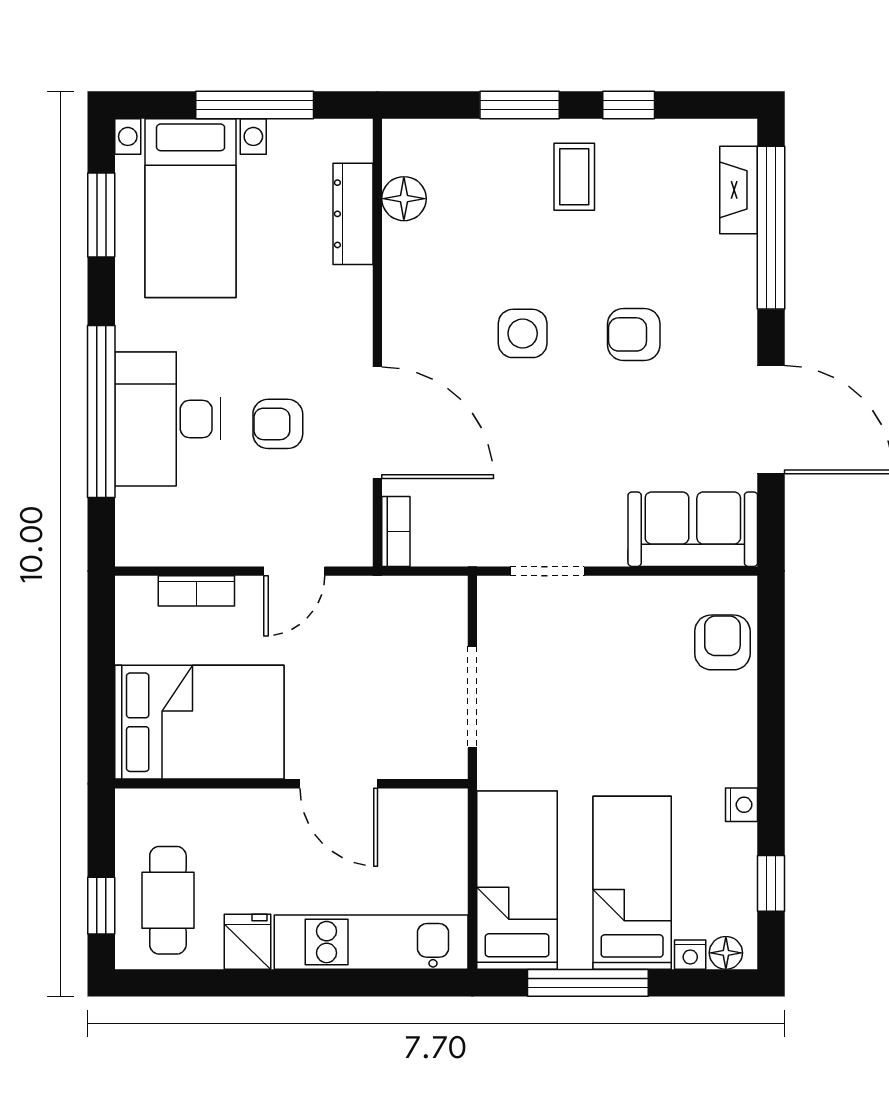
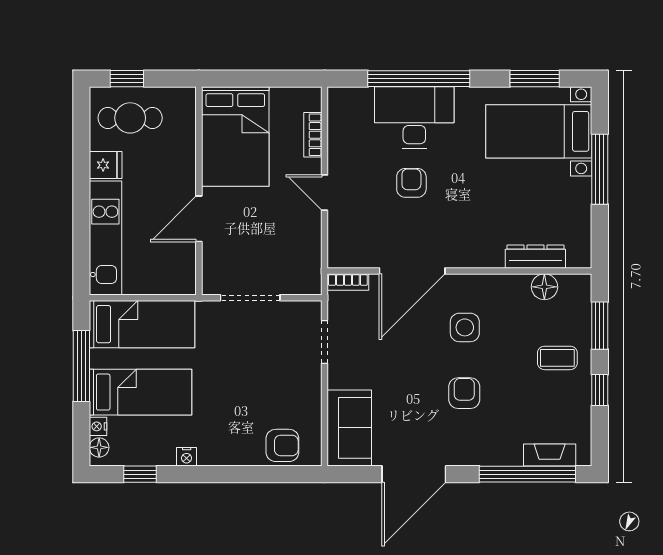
floor lamp: (404, 199) -> (544, 287), moved
dresser: (353, 214) -> (535, 257), moved
wall: (377, 343) -> (459, 271), moved
door: (377, 423) -> (412, 271), moved
bookcase: (396, 531) -> (348, 282), moved

